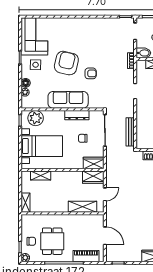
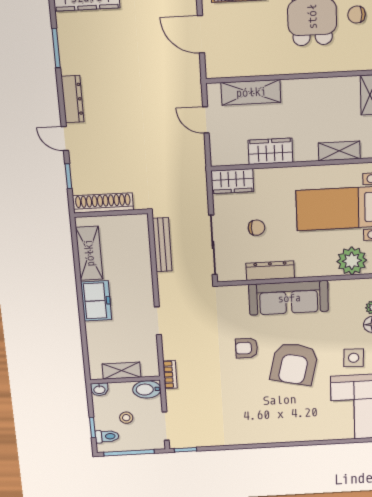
wardrobe: (93, 177) -> (270, 151), moved
door: (105, 194) -> (206, 120), hinge flipped

